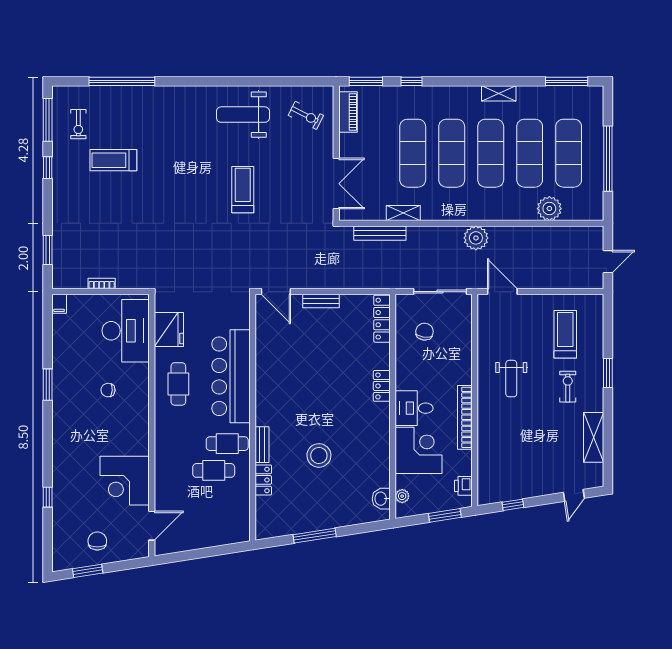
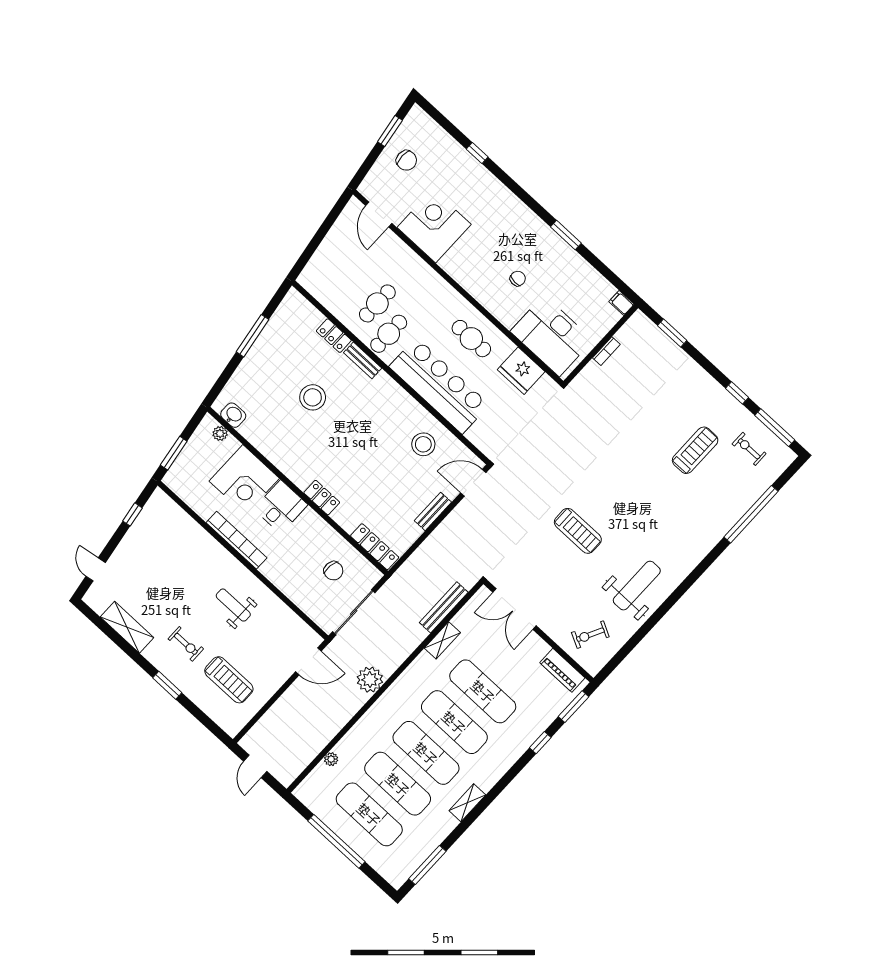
plant: (549, 209) -> (331, 759), width x0.53, depth x0.53
stool: (281, 350) -> (423, 444), added
printer: (463, 486) -> (183, 489), removed

